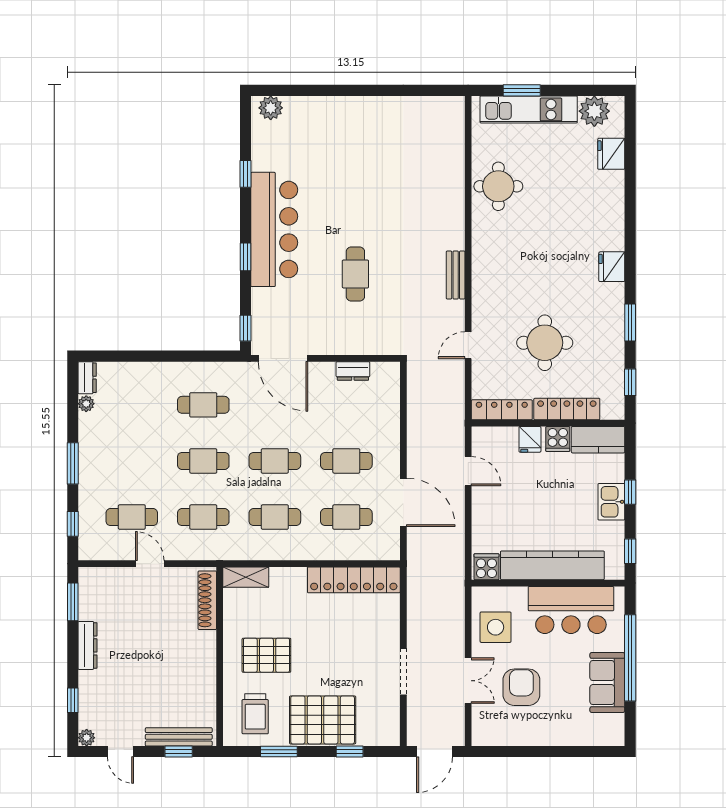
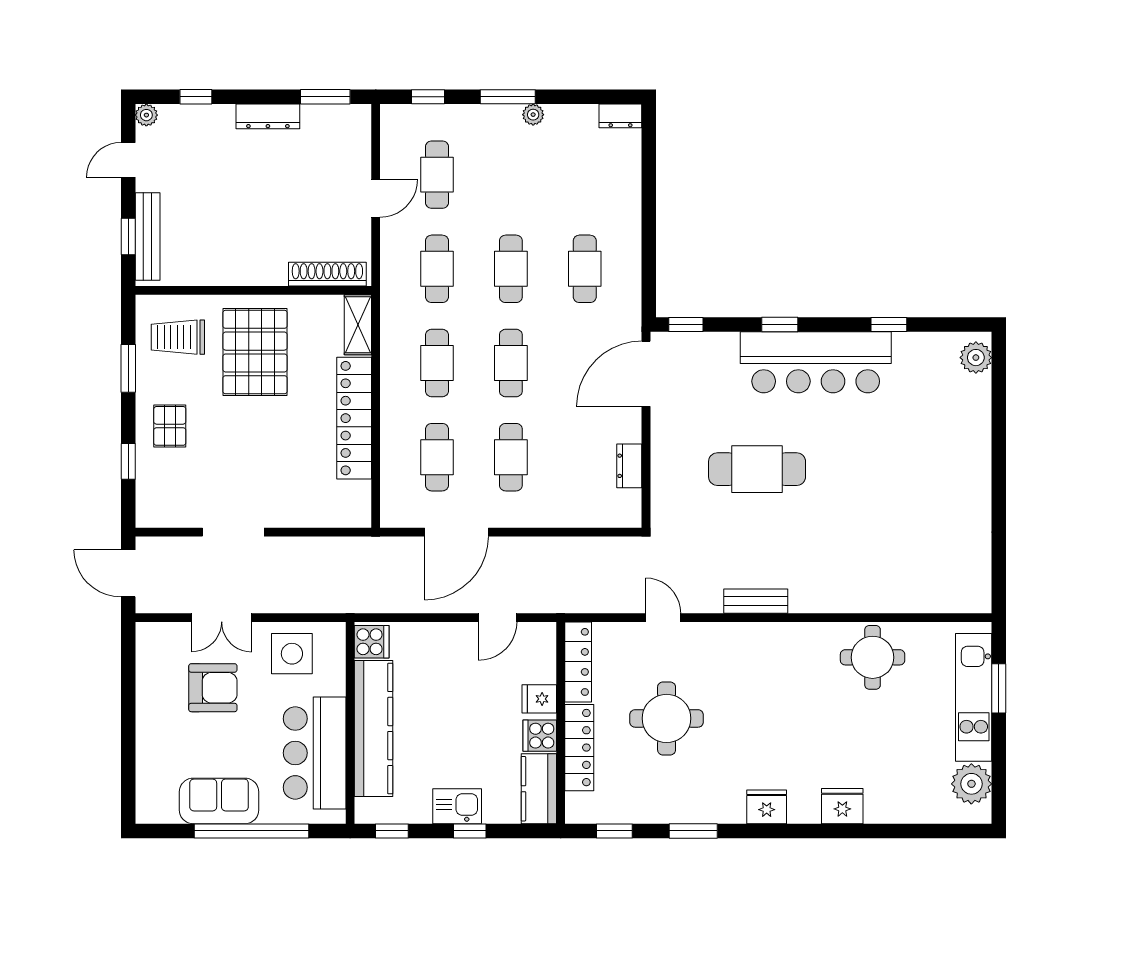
fridge: (611, 154) -> (842, 806), moved
cafe table: (355, 274) -> (757, 469), width x1.37, depth x1.35
plant: (86, 404) -> (533, 115), moved
locker: (354, 580) -> (354, 418), moved
pallet: (266, 655) -> (255, 352), width x1.37, depth x1.41
pallet: (323, 720) -> (170, 426), width x0.49, depth x0.50

